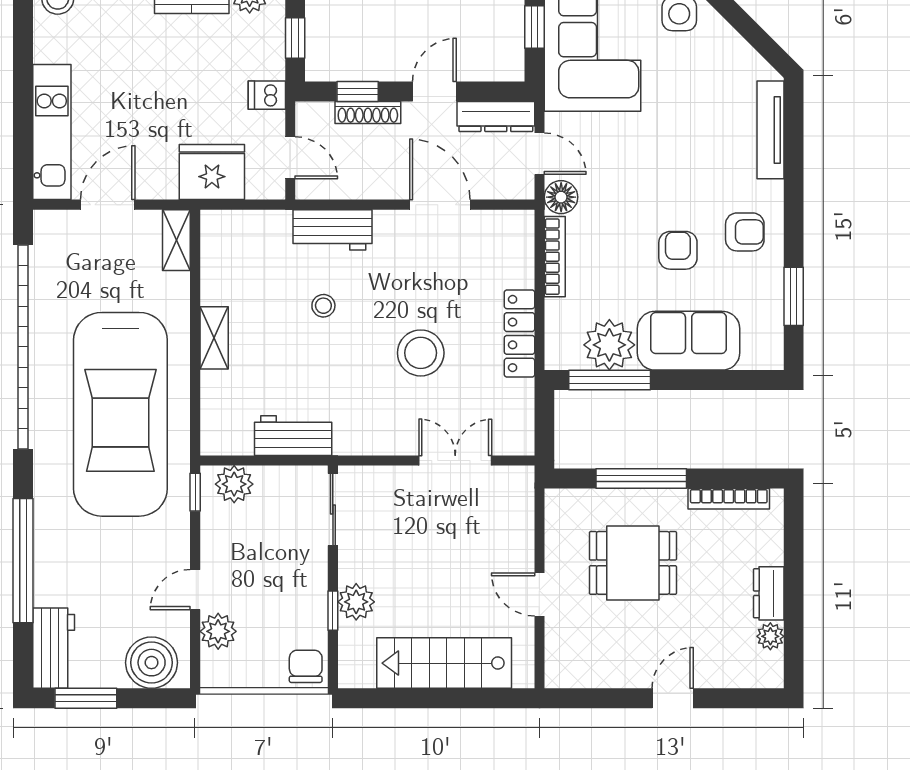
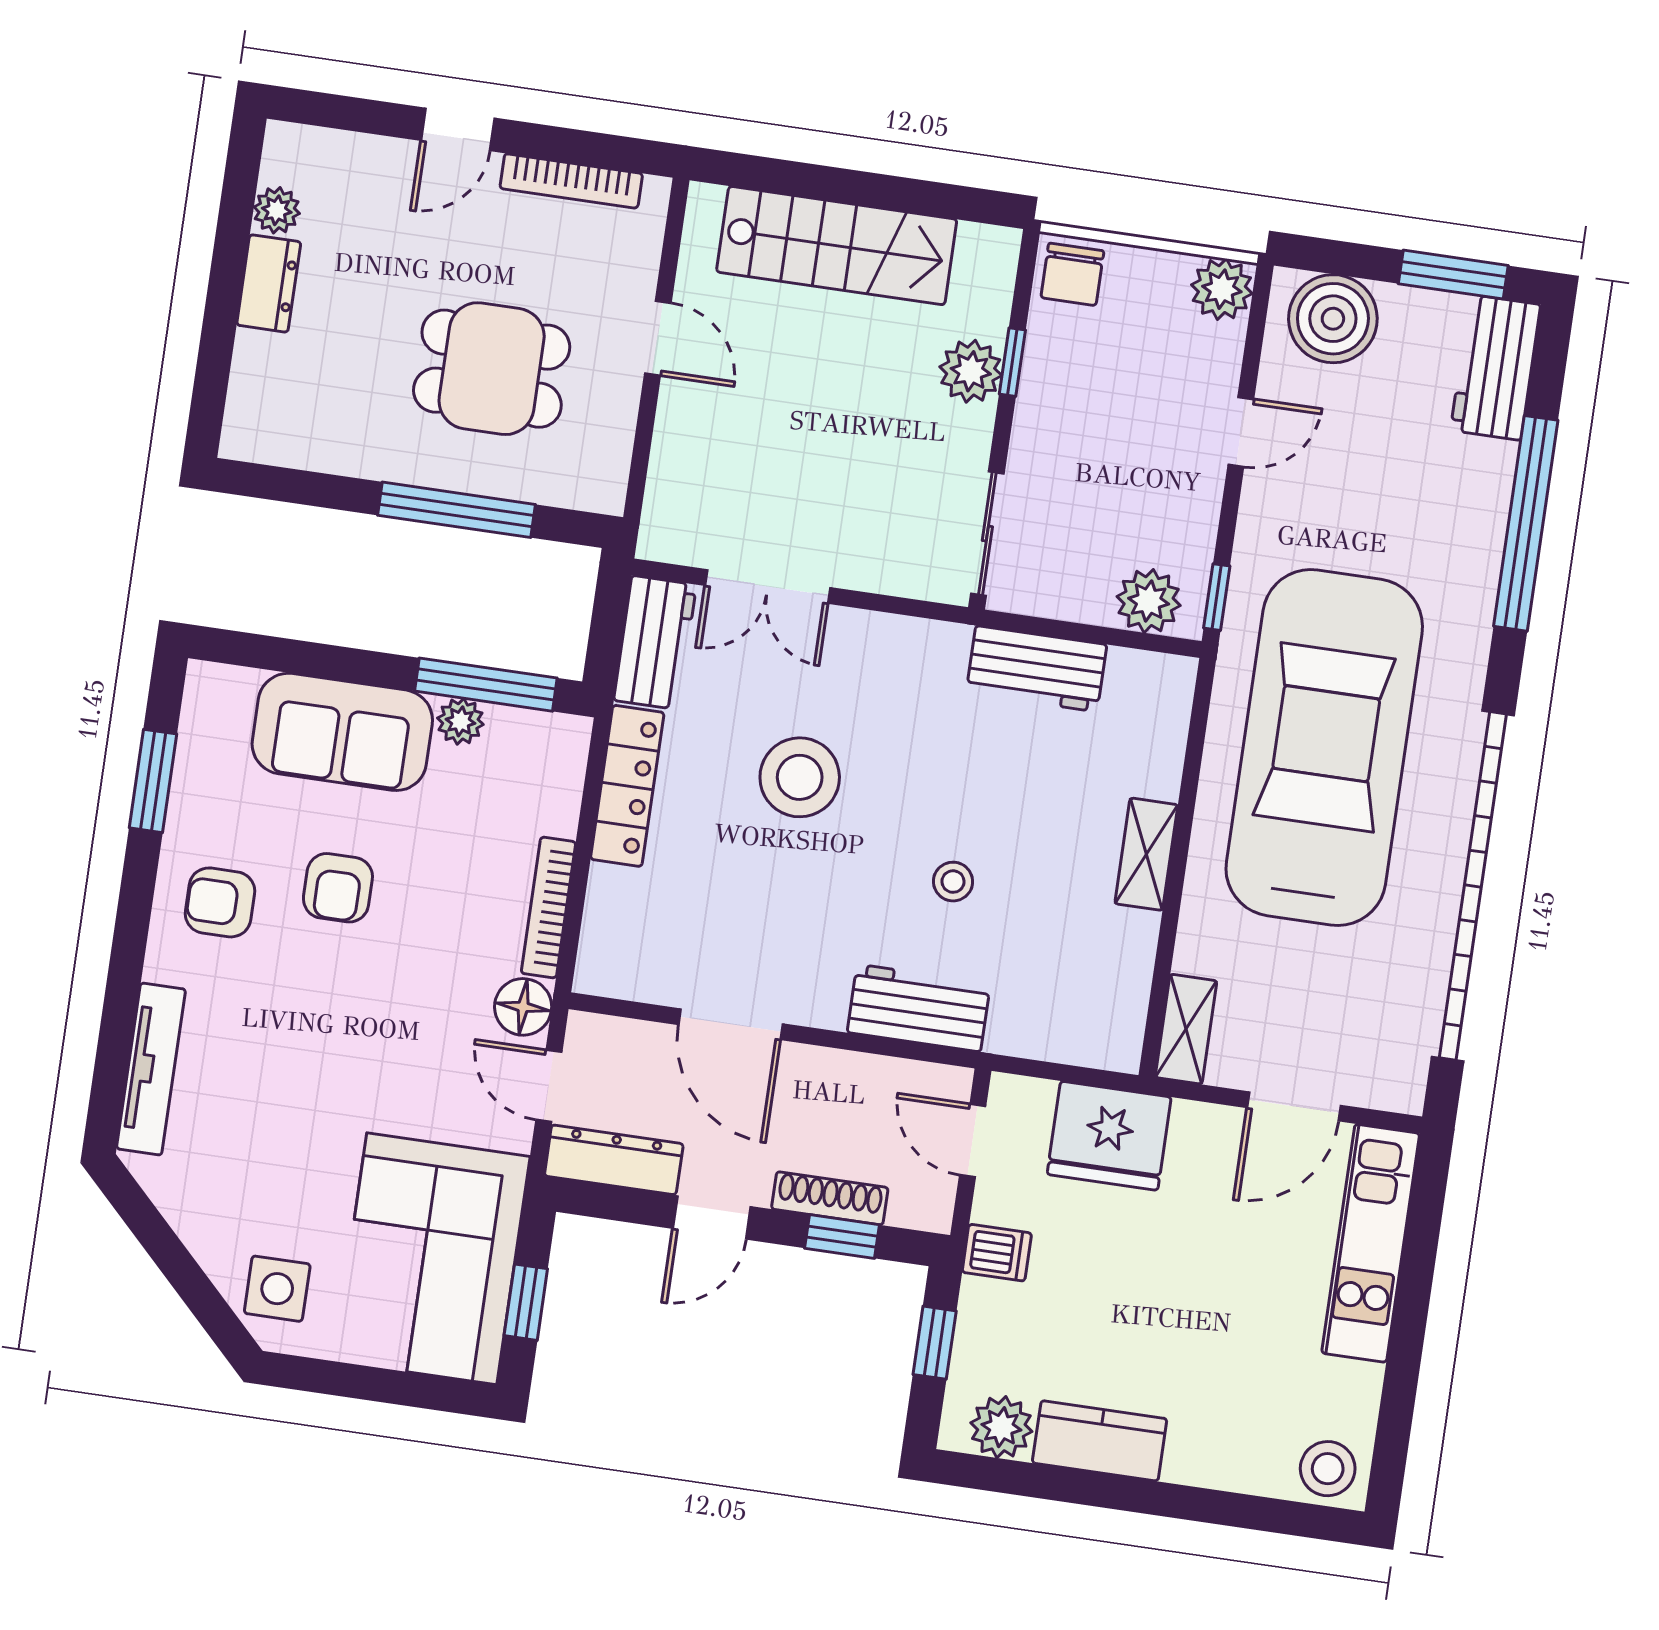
plant: (609, 345) -> (460, 721), width x0.53, depth x0.53
workbench: (515, 419) -> (655, 643), added
bookcase: (729, 499) -> (571, 181), moved, turned 180
plant: (218, 631) -> (1222, 289), moved

